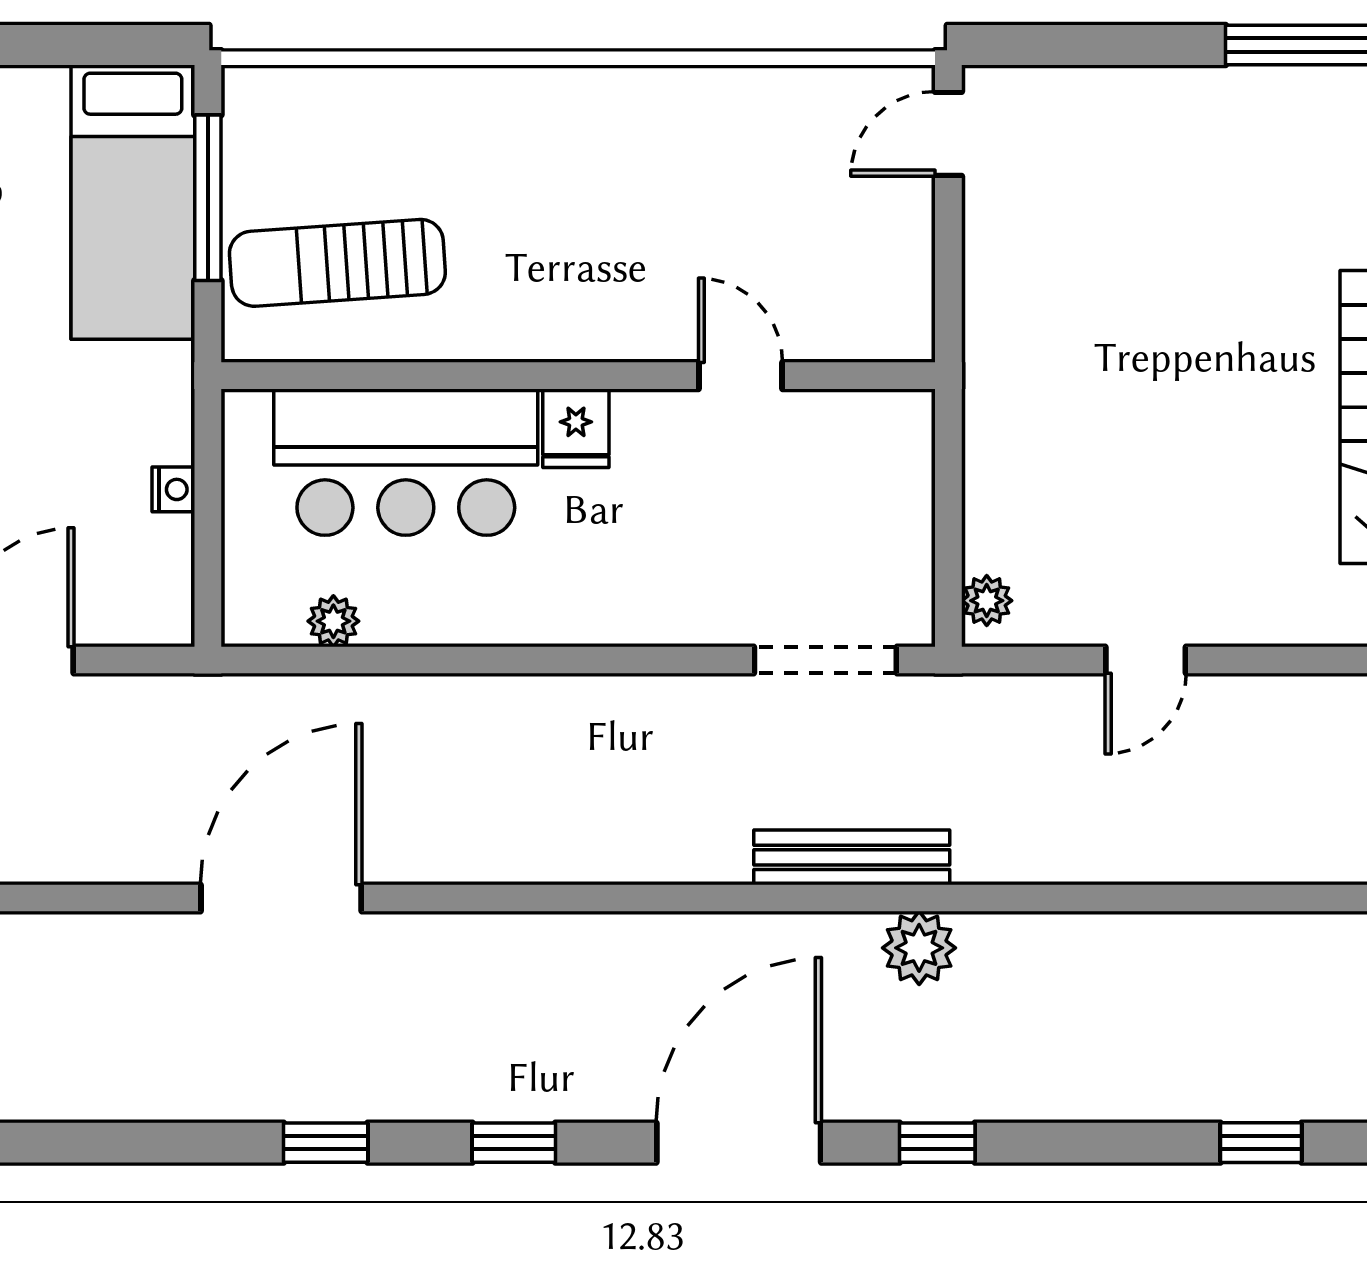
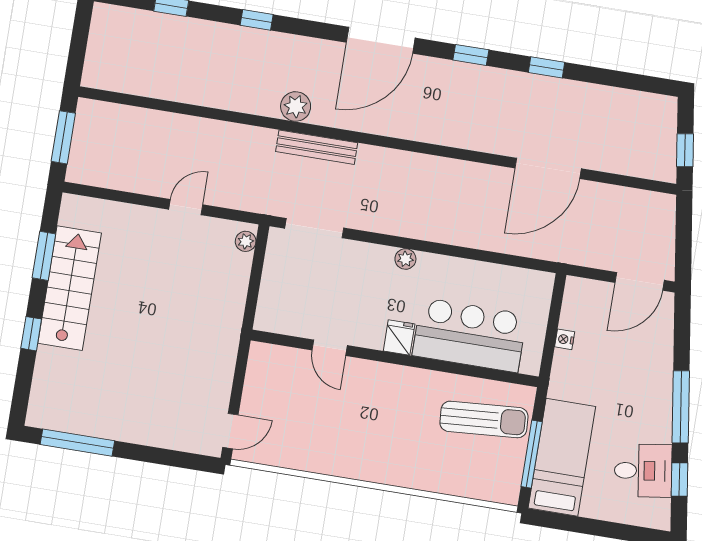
plant: (333, 621) -> (405, 259), moved
window: (937, 1143) -> (257, 20), moved

